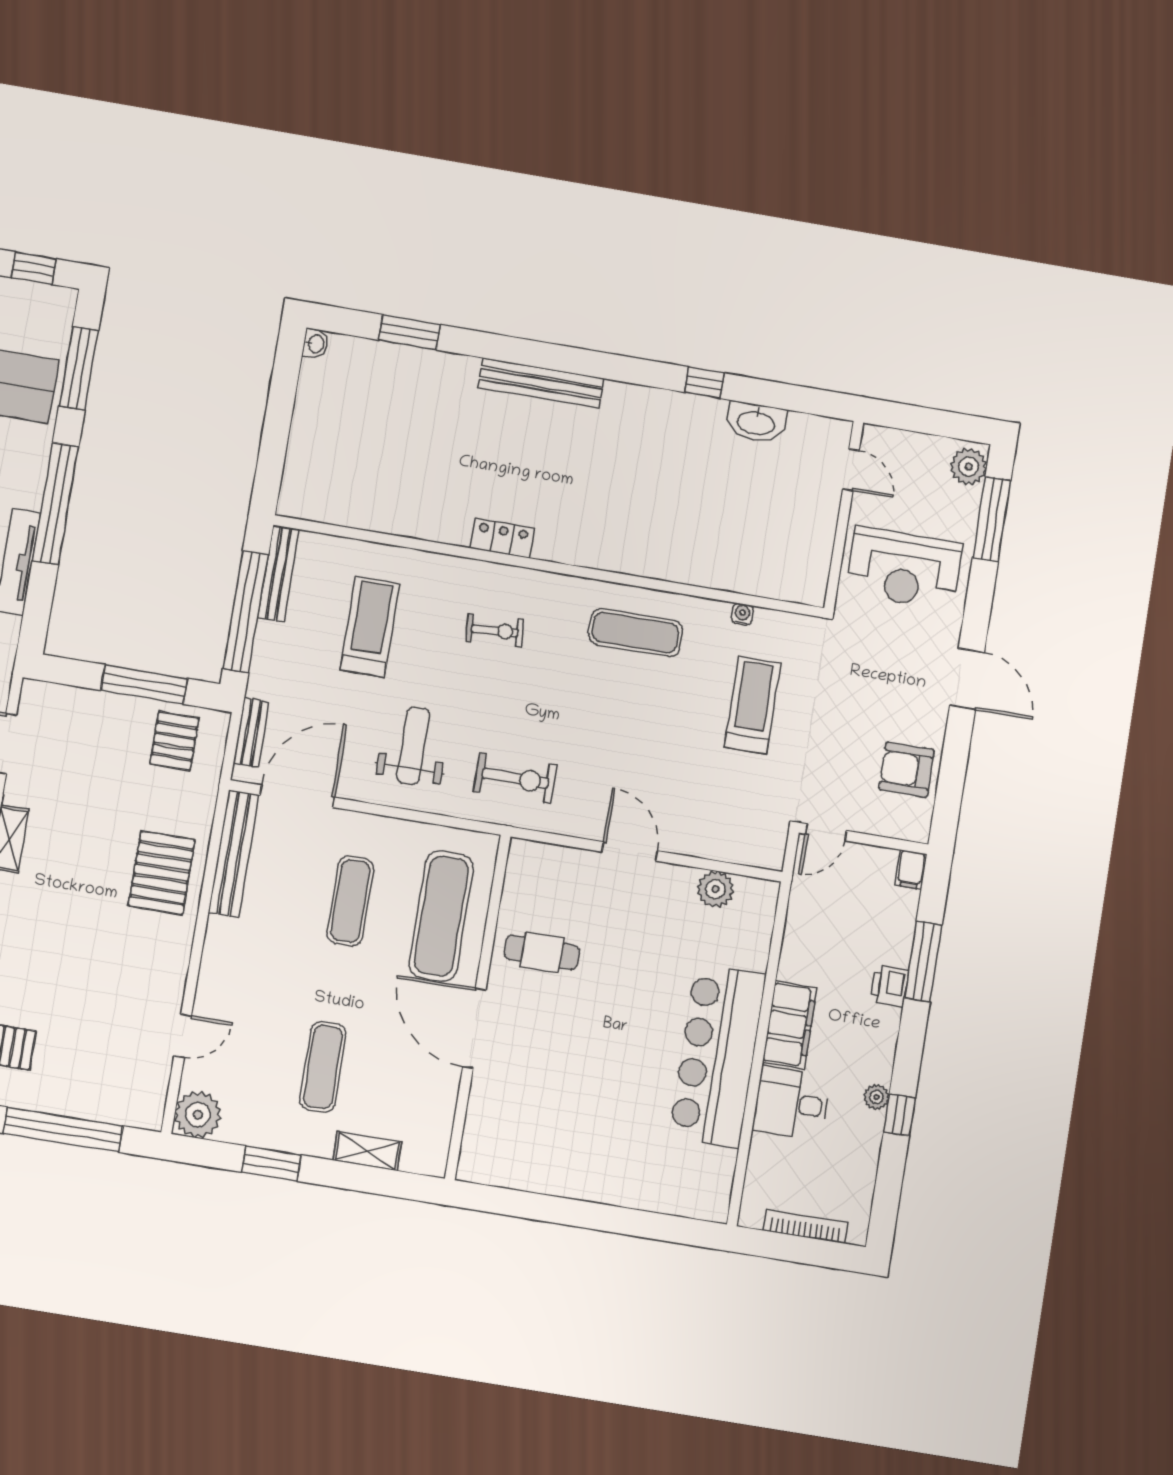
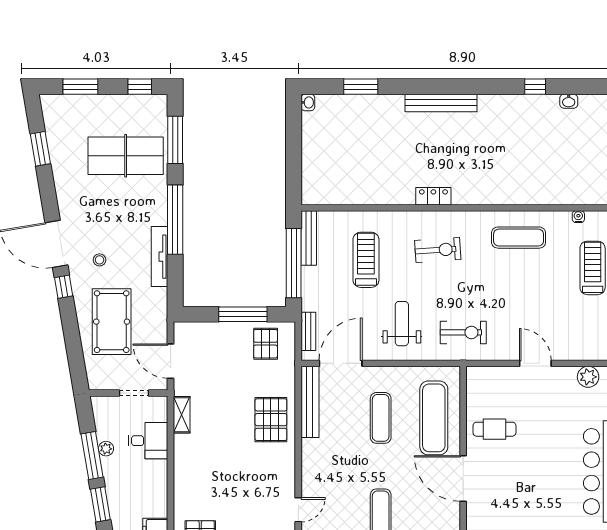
washbasin: (756, 422) -> (569, 101), width x0.52, depth x0.69
exercise bike: (495, 631) -> (438, 250), width x1.38, depth x1.39

